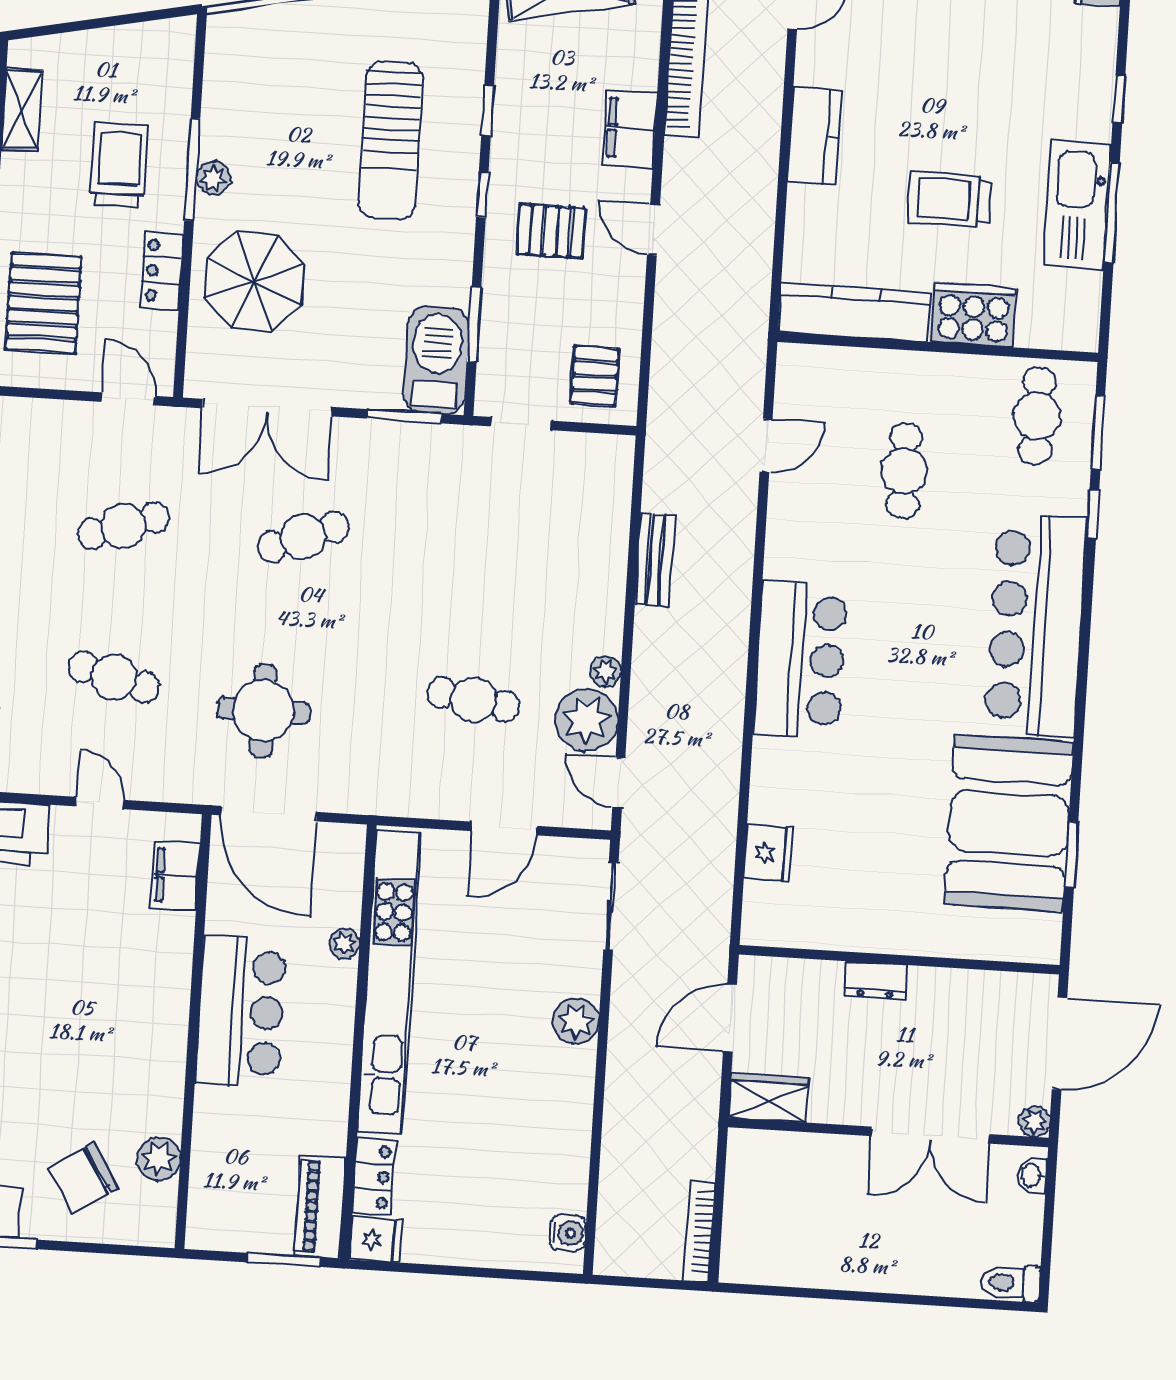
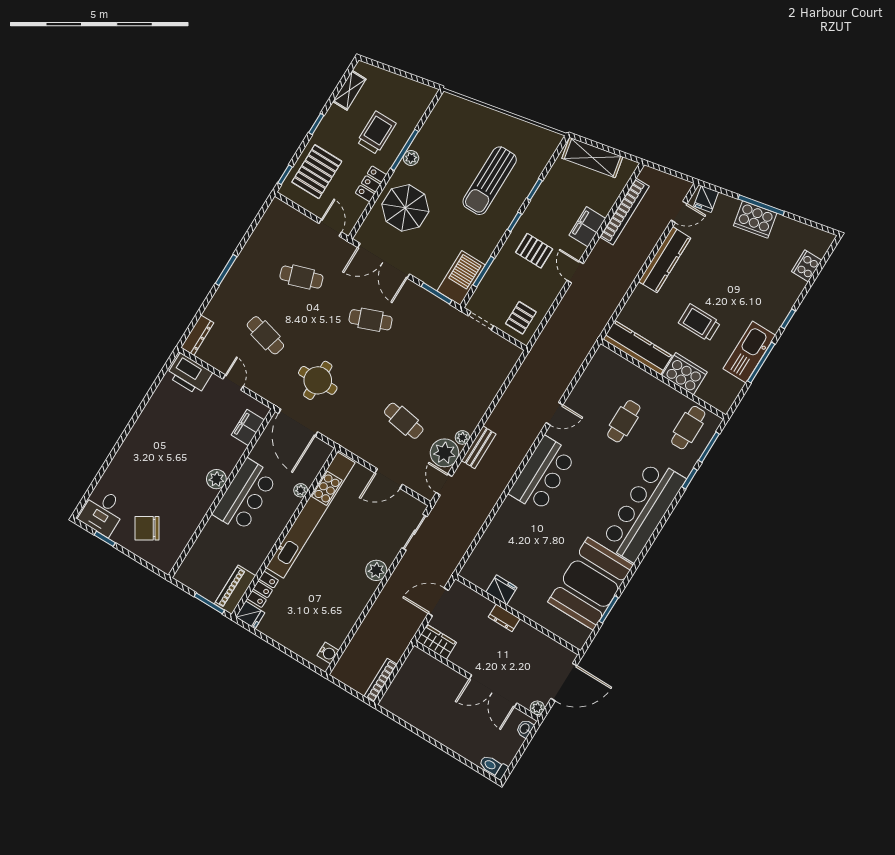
kitchen counter: (814, 136) -> (665, 260), width x1.50
door: (766, 446) -> (554, 414), moved
bench: (655, 560) -> (479, 447), moved
fridge: (768, 853) -> (501, 590), moved, turned -90
plant: (159, 1159) -> (216, 479), moved

